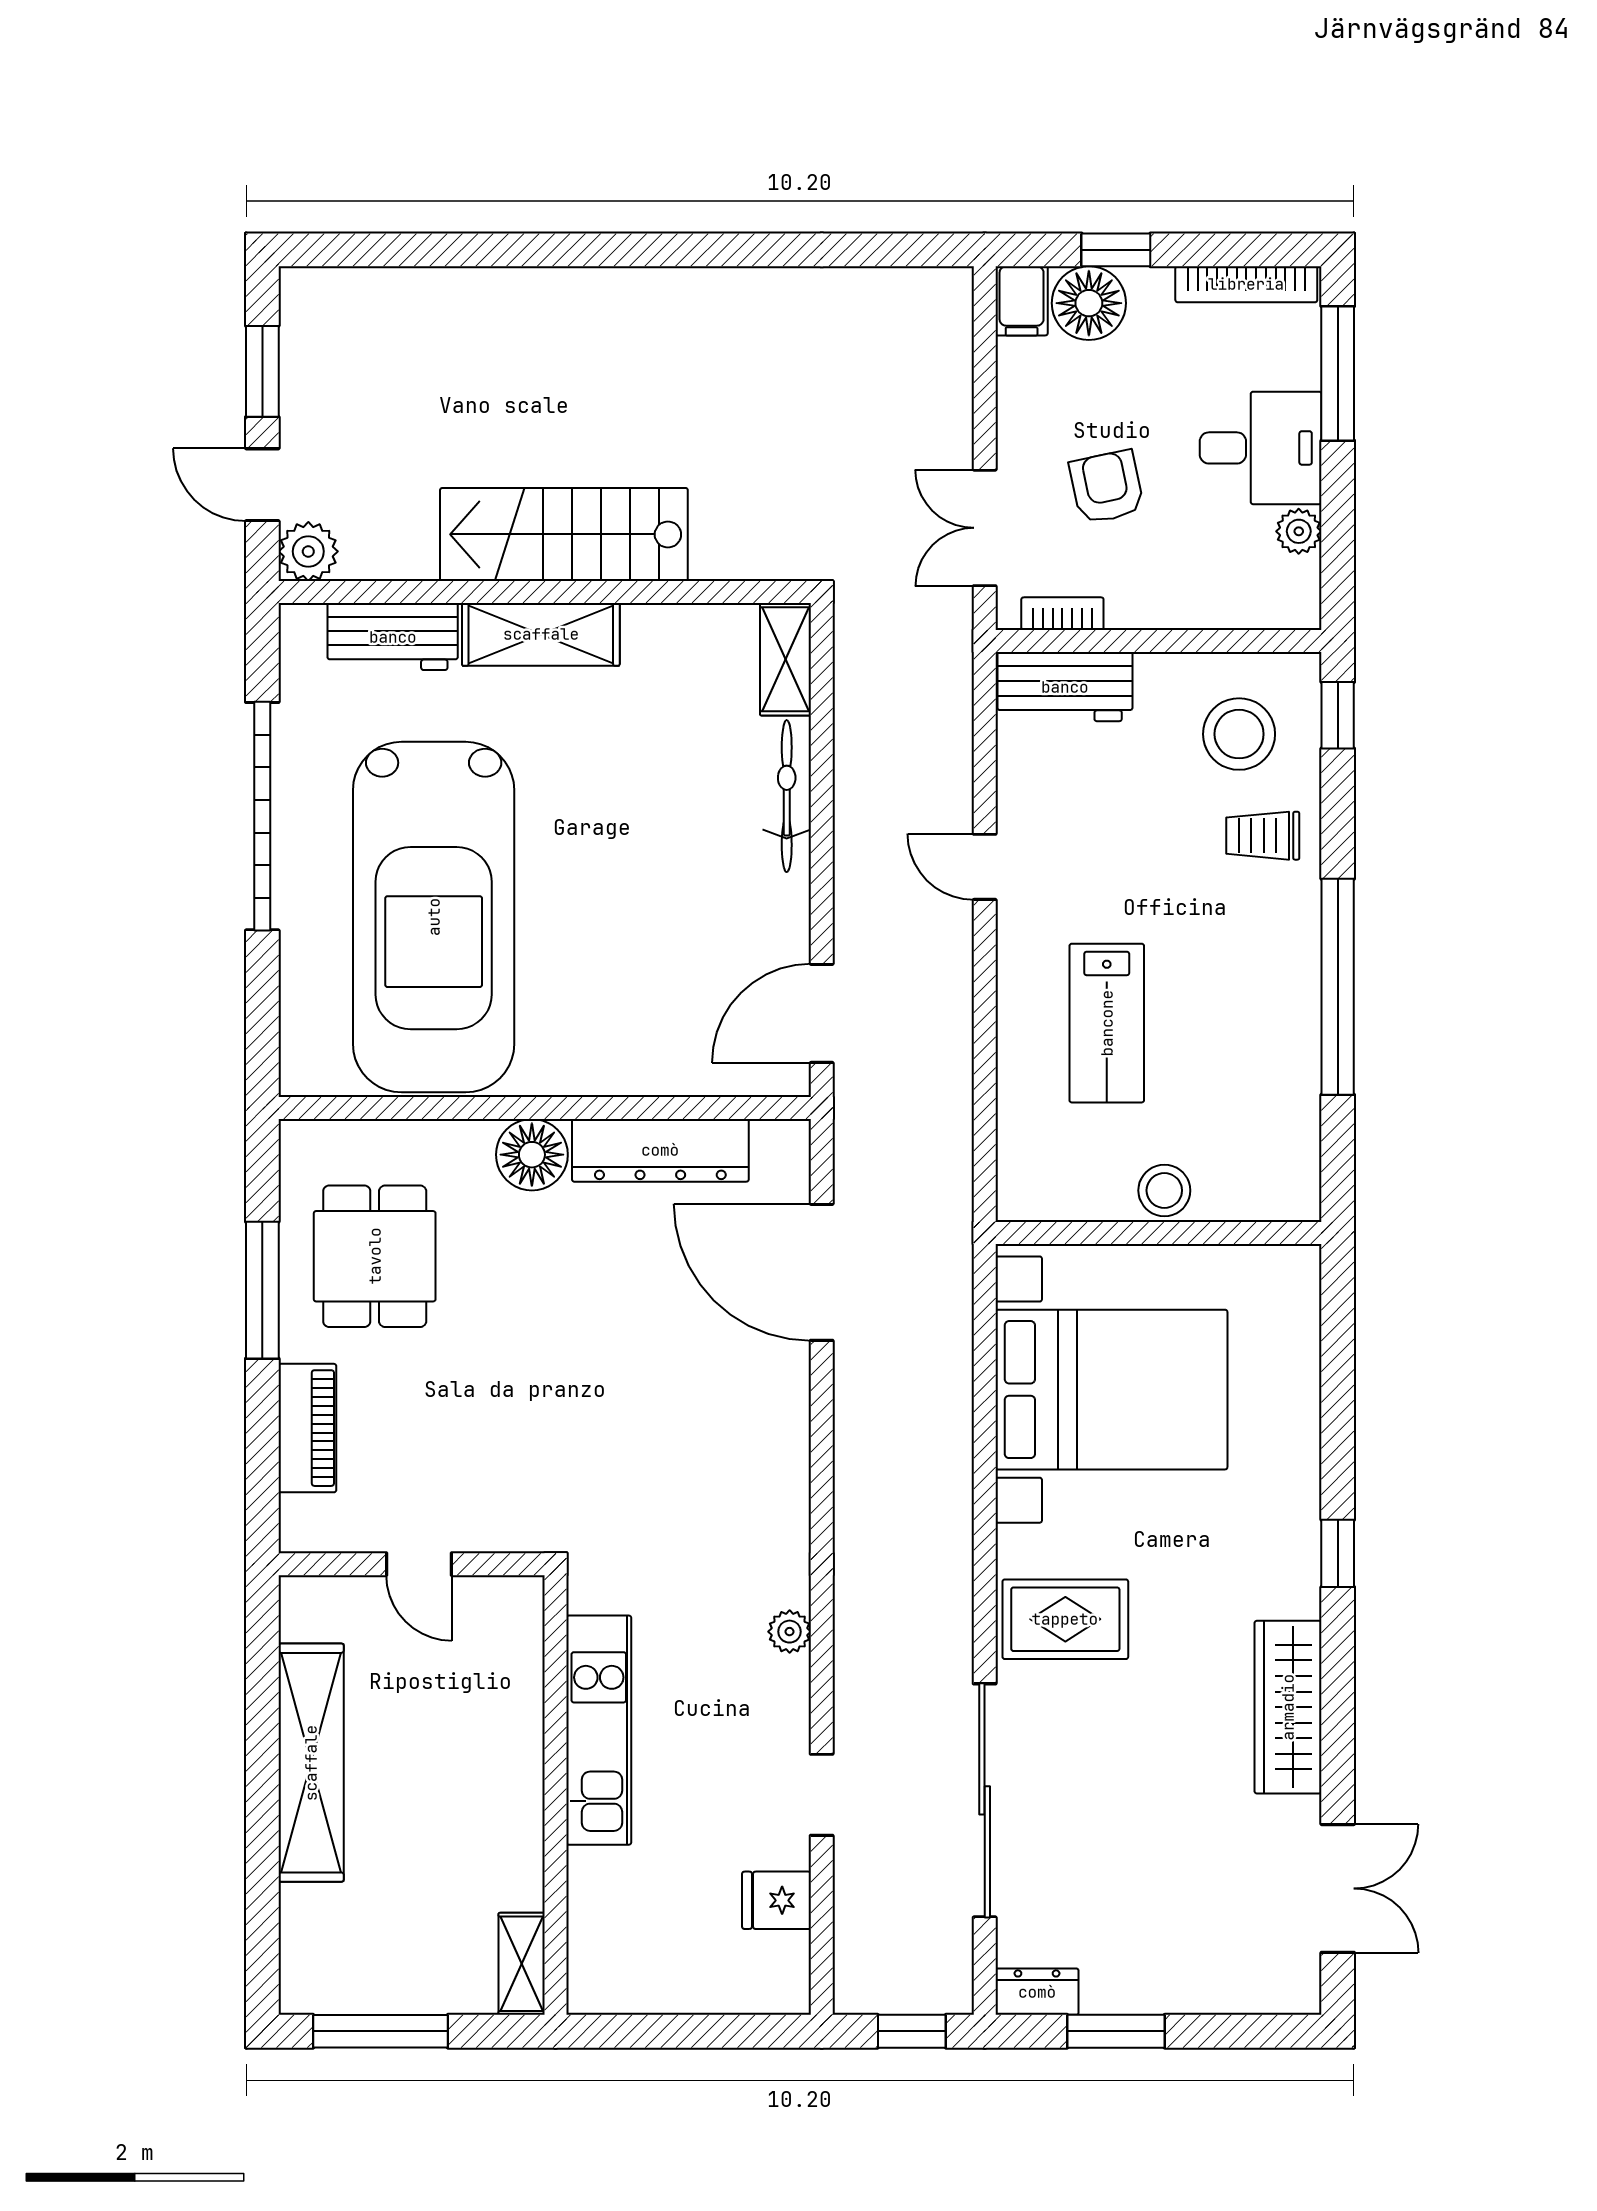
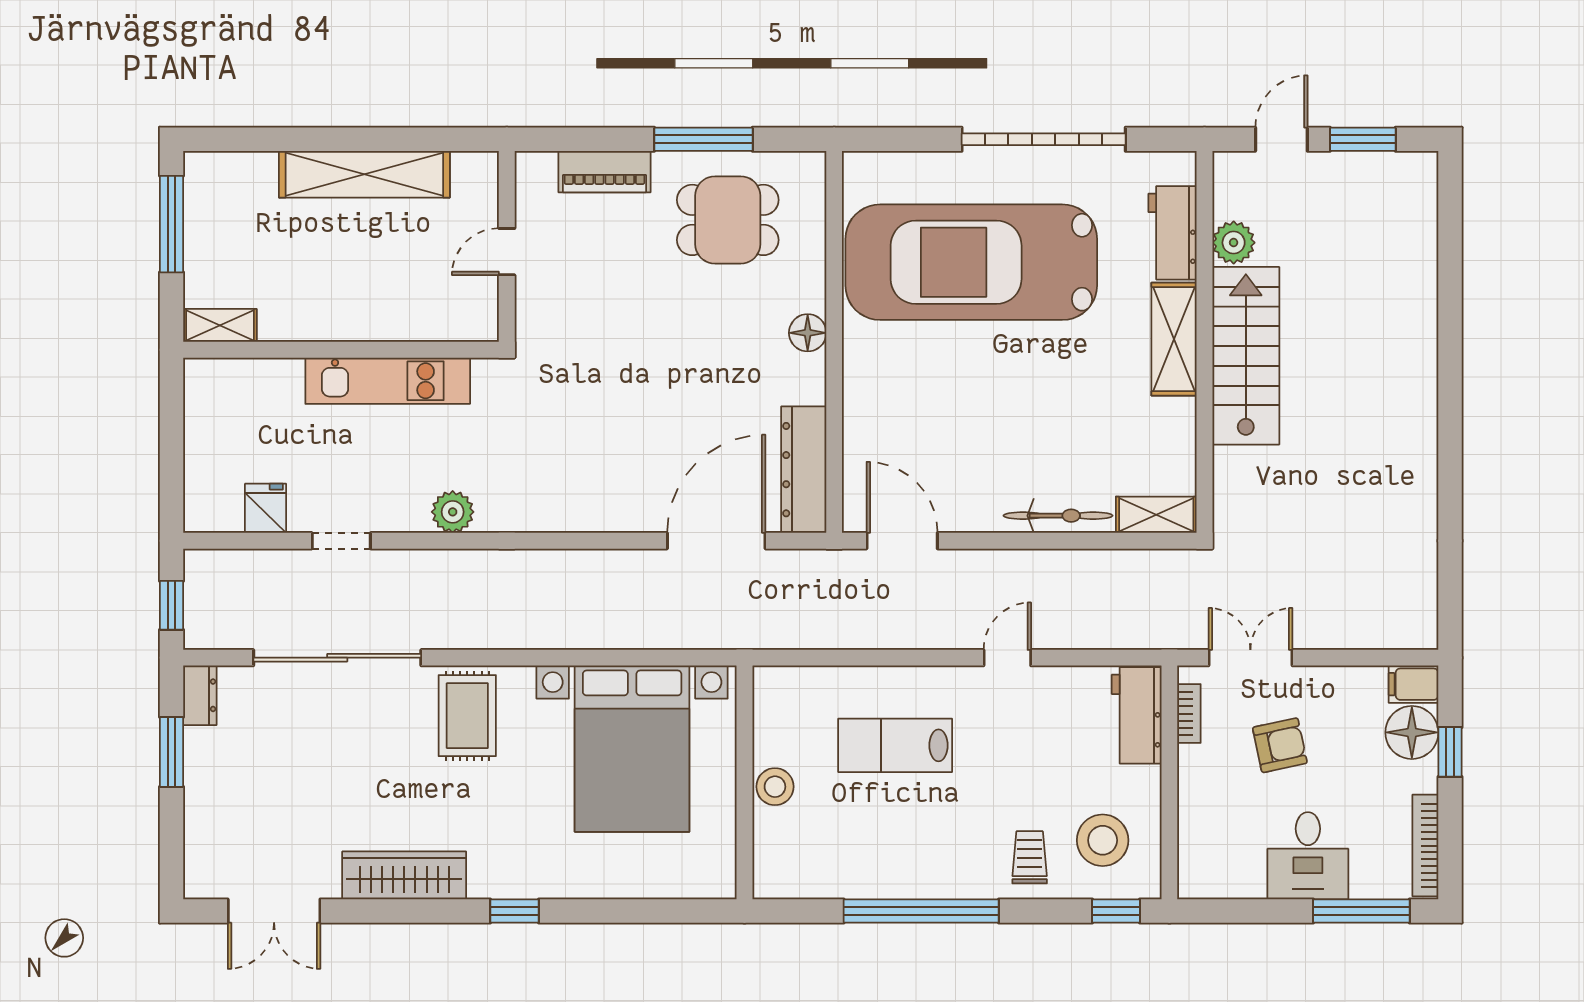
plant: (1299, 531) -> (1248, 883), removed
plant: (308, 551) -> (1234, 243), moved
dresser: (660, 1150) -> (804, 470), moved
floor lamp: (532, 1155) -> (808, 333), width x0.73, depth x0.73
plant: (790, 1632) -> (453, 512), width x1.38, depth x1.38

